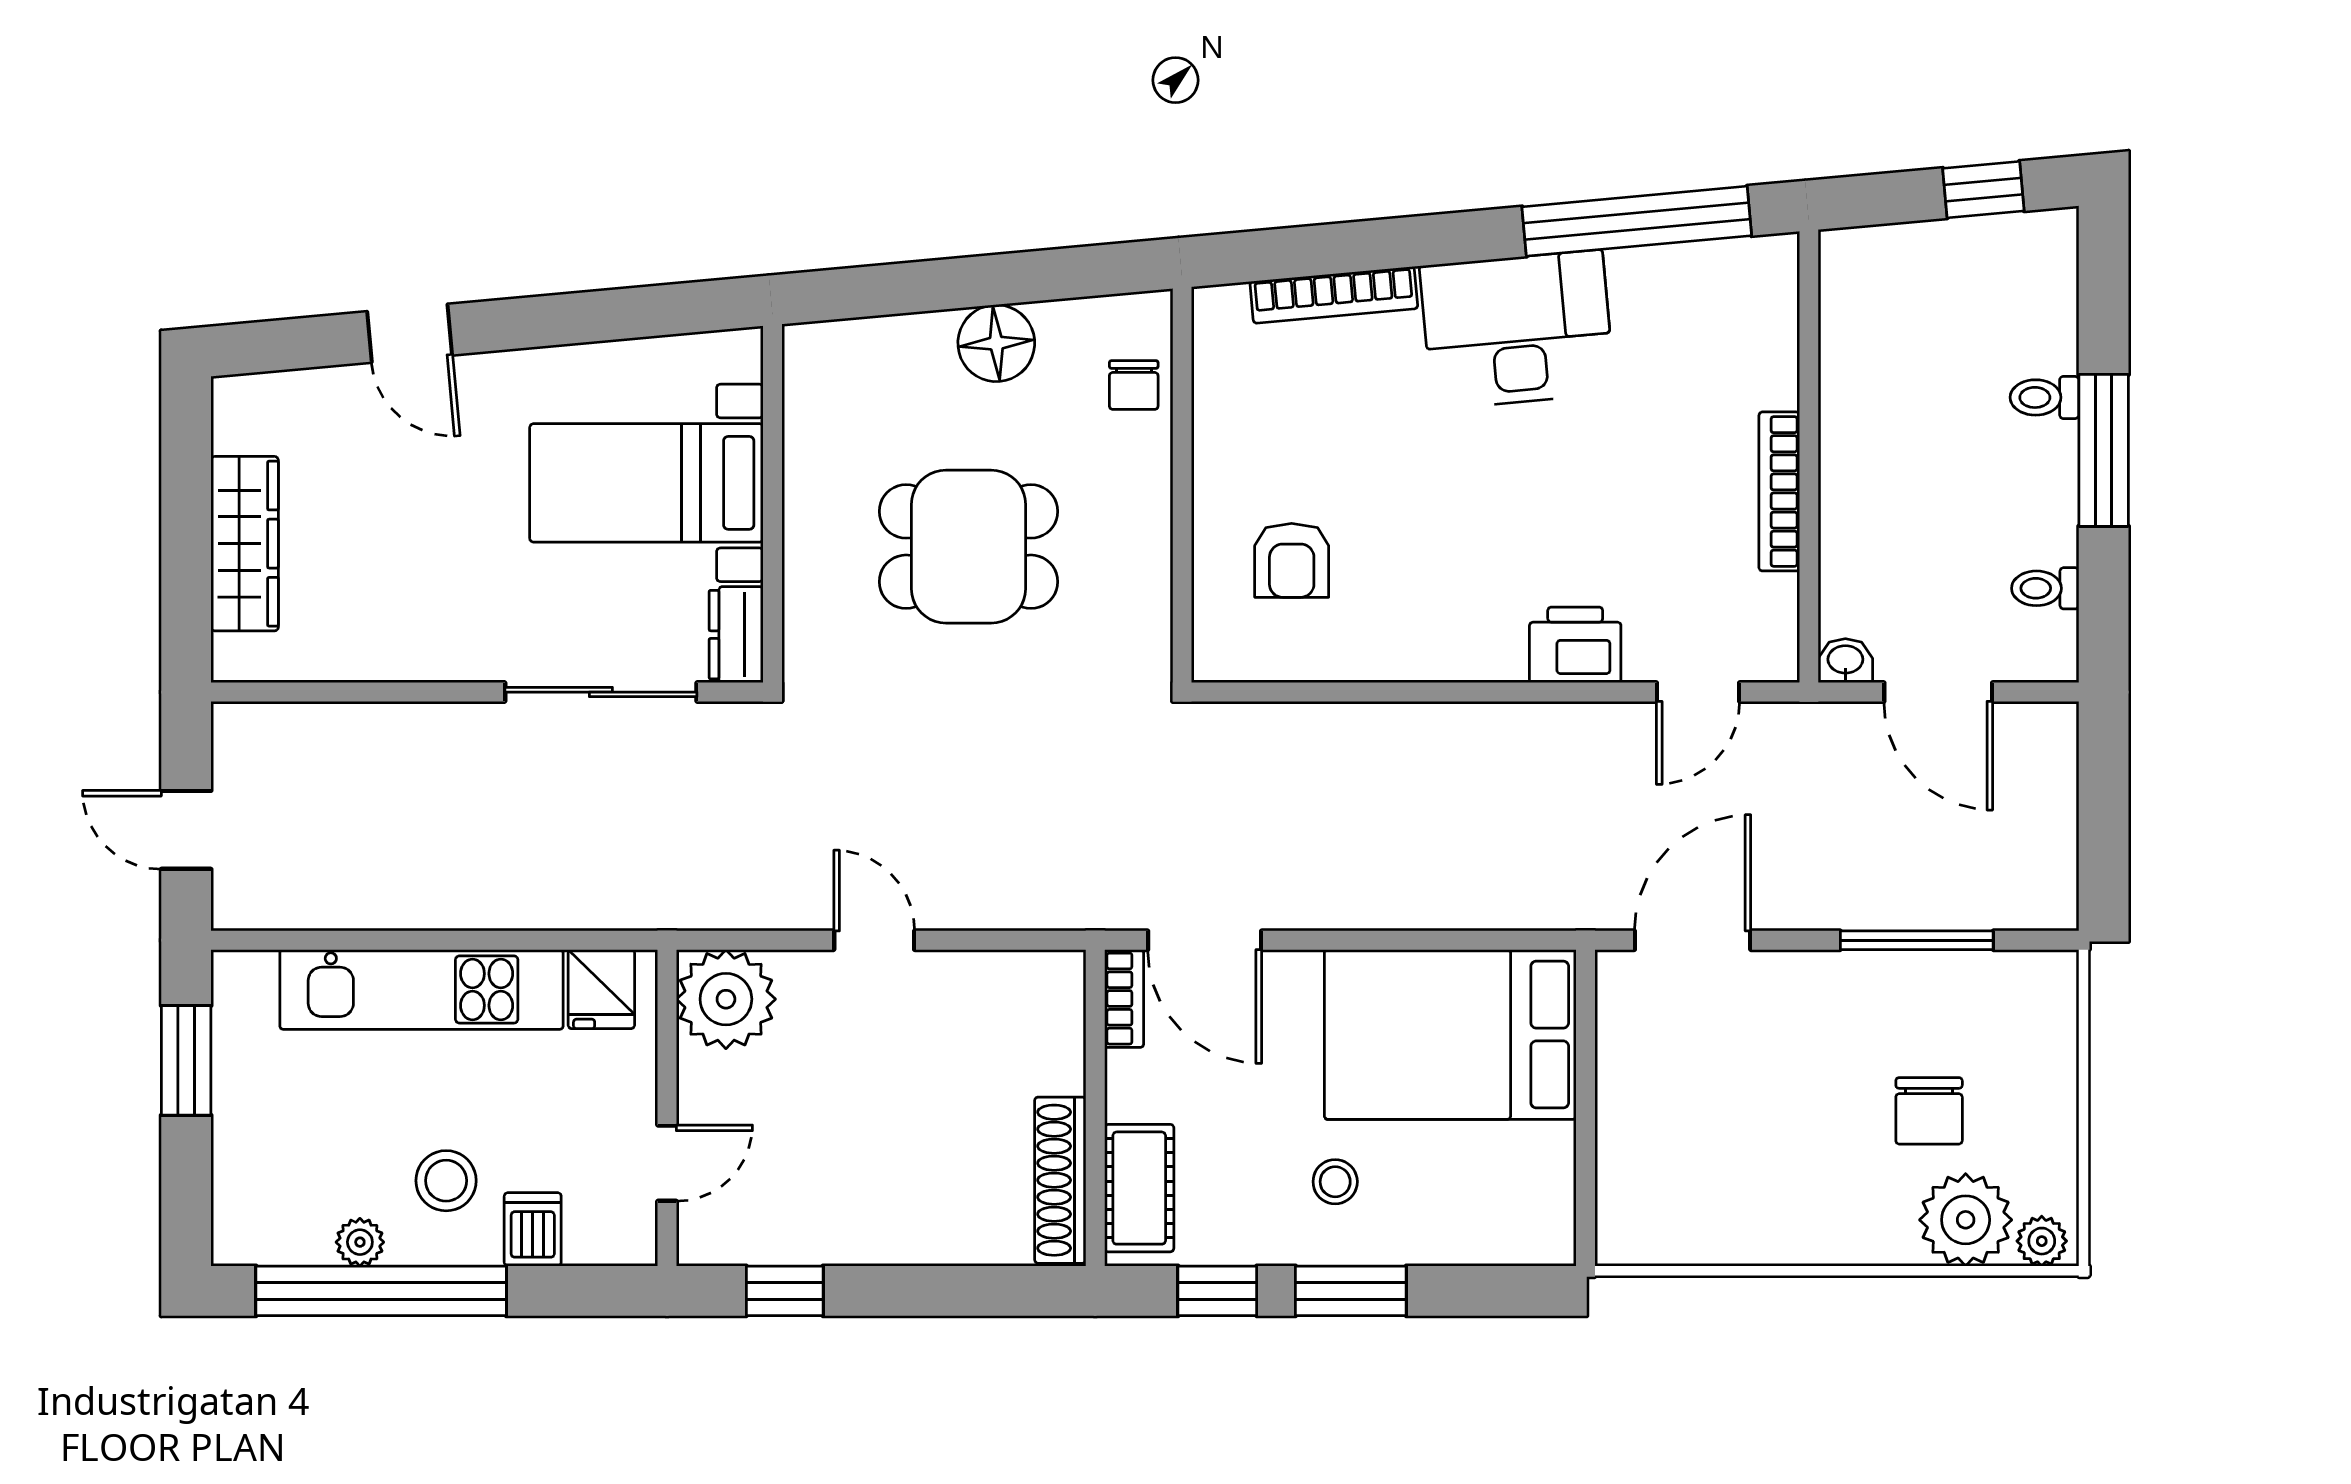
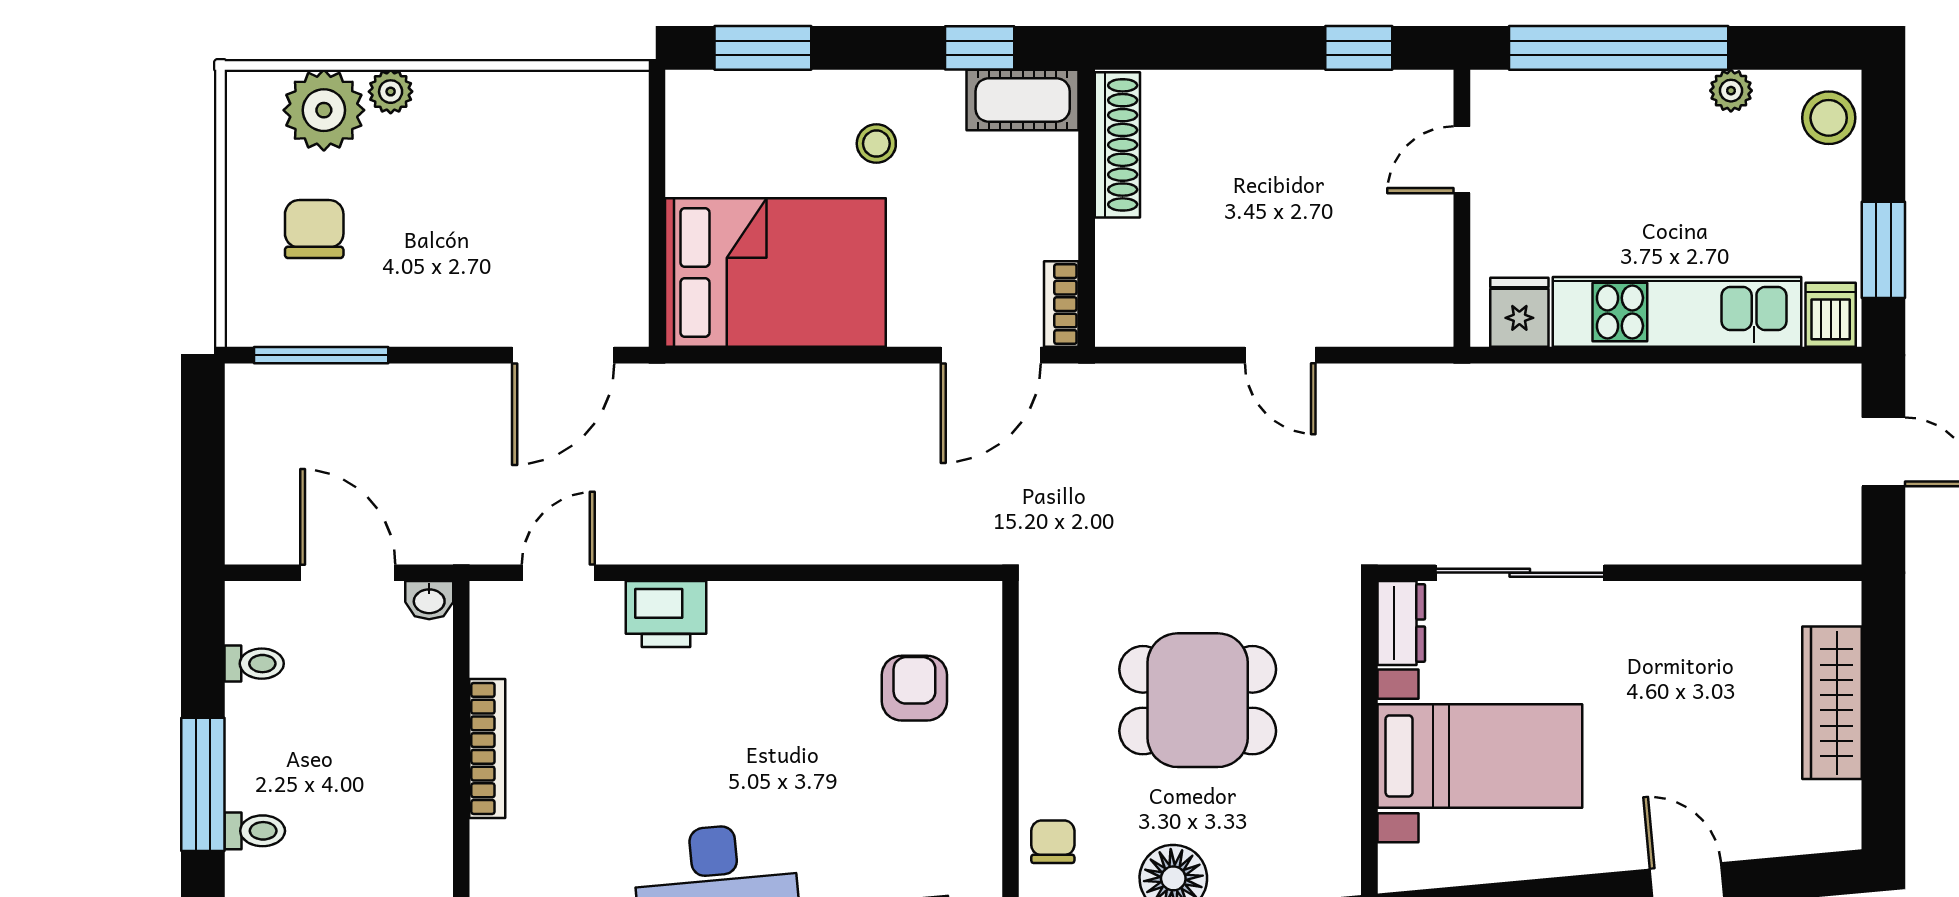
door: (1205, 940) -> (991, 355), swing flipped
window: (1917, 940) -> (321, 355), moved
plant: (726, 999) -> (1410, 303), removed
chair: (1929, 1111) -> (314, 229), moved
stool: (446, 1181) -> (1829, 118), moved
cot: (1139, 1188) -> (1023, 100), moved, turned 90
dishwasher: (533, 1229) -> (1831, 315), moved, turned 180
plant: (2042, 1241) -> (391, 92), moved
window: (381, 1291) -> (1619, 48), moved
window: (1351, 1291) -> (763, 48), moved

